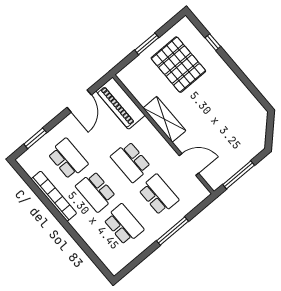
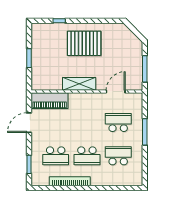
pallet: (178, 65) -> (84, 43), moved
door: (79, 101) -> (29, 123), swing flipped
school desk: (68, 159) -> (56, 156), turned 180
school desk: (131, 162) -> (87, 123), removed

